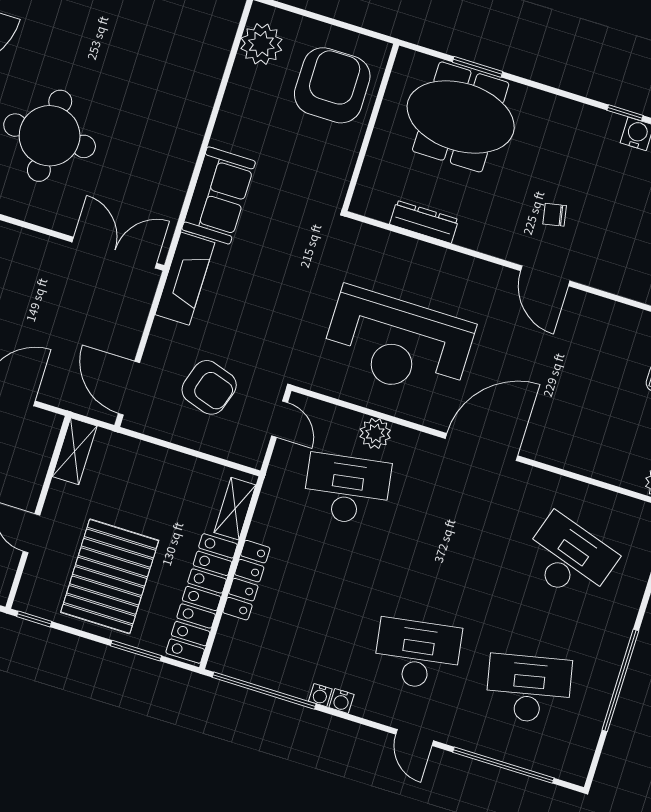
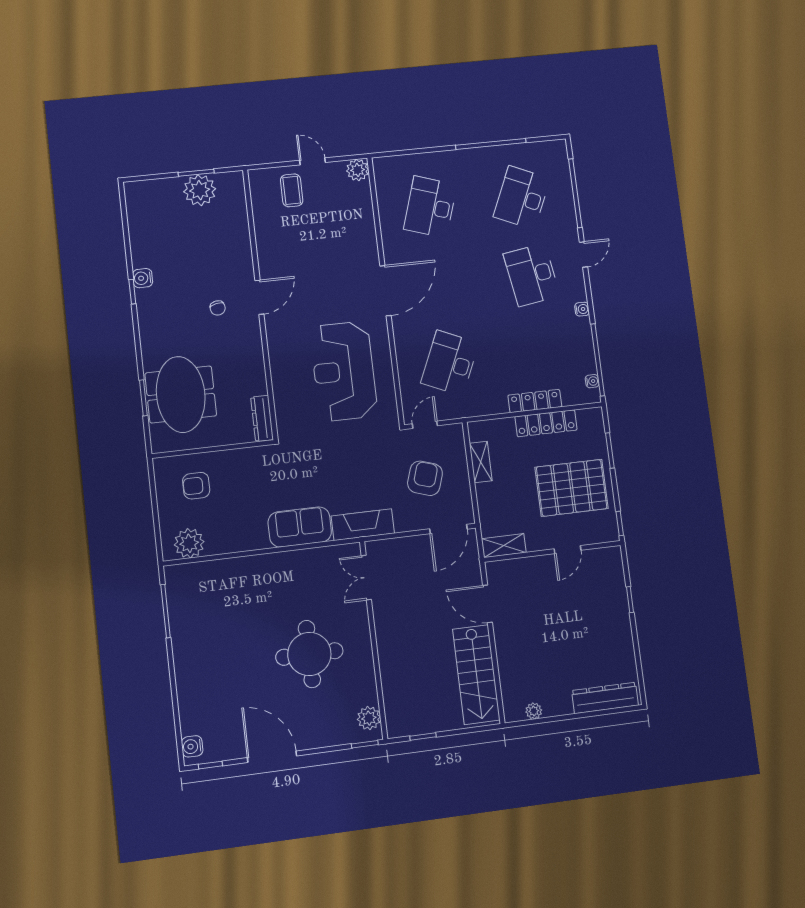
armchair: (332, 85) -> (196, 486), width x0.53, depth x0.53
dresser: (424, 222) -> (262, 418), moved
double door: (114, 253) -> (366, 578), width x0.73
reception desk: (398, 343) -> (344, 371), turned 180
plant: (375, 433) -> (407, 361), removed
door: (482, 447) -> (385, 291), swing flipped
desk: (347, 489) -> (450, 363), turned 33
shelving: (235, 509) -> (481, 462), moved, turned 90
locker: (202, 599) -> (546, 423), width x0.71, depth x0.83
desk: (529, 689) -> (522, 198), turned 36
water cooler: (320, 695) -> (592, 381), moved

